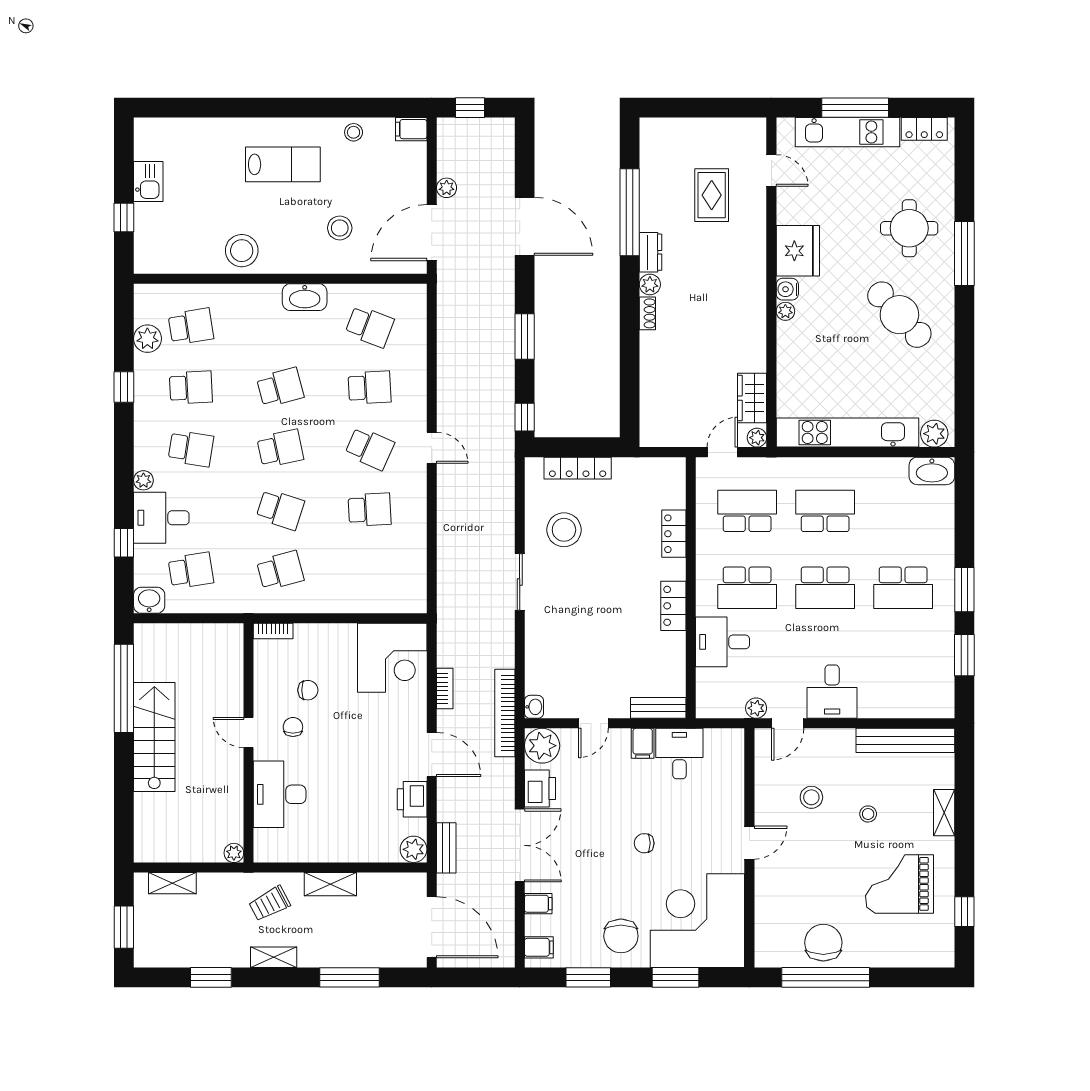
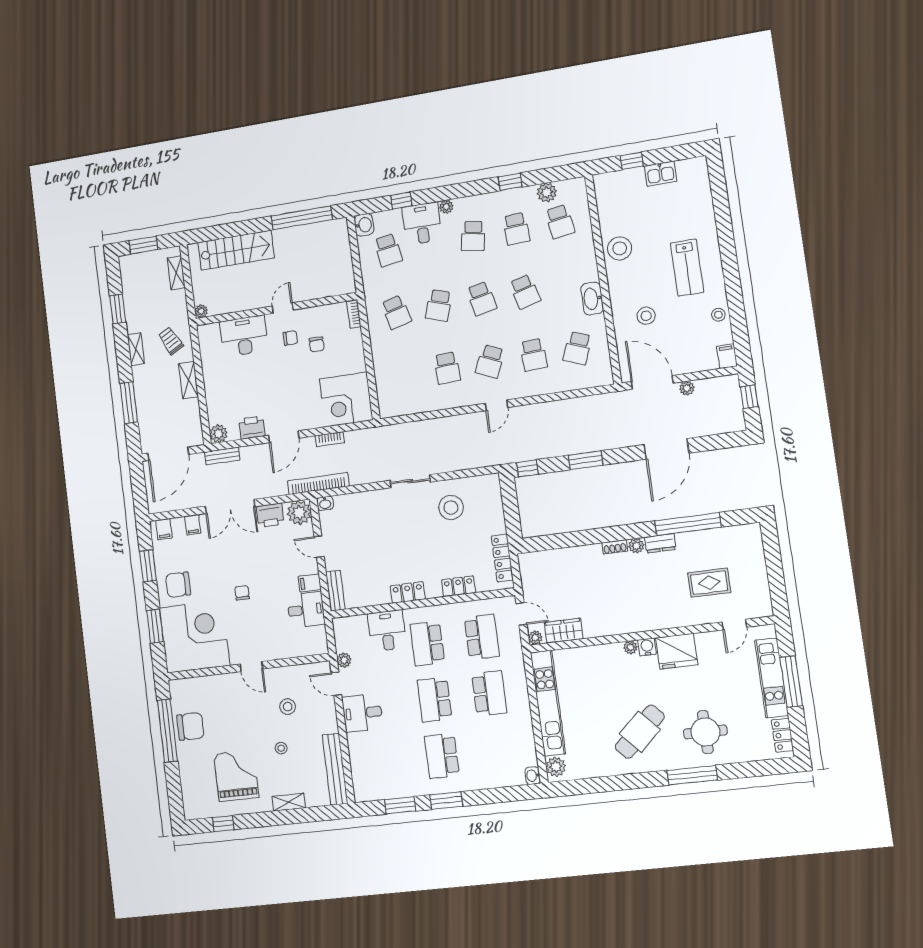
locker: (578, 468) -> (502, 558), moved
washbasin: (932, 471) -> (533, 776), width x0.52, depth x0.69
stairs: (154, 737) -> (236, 250), moved

